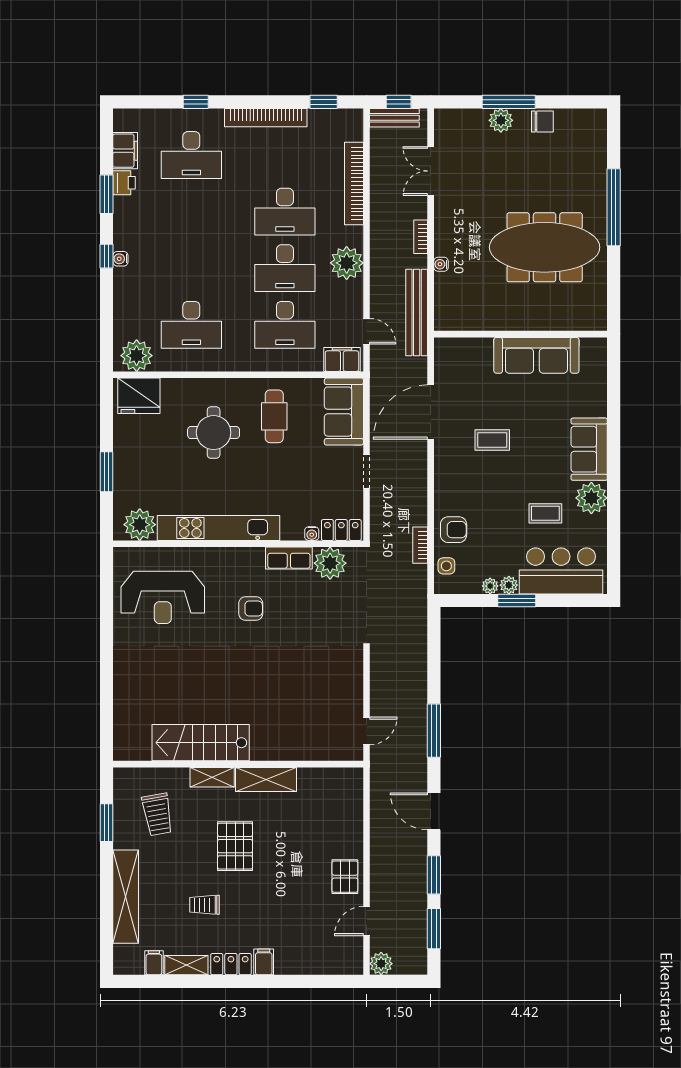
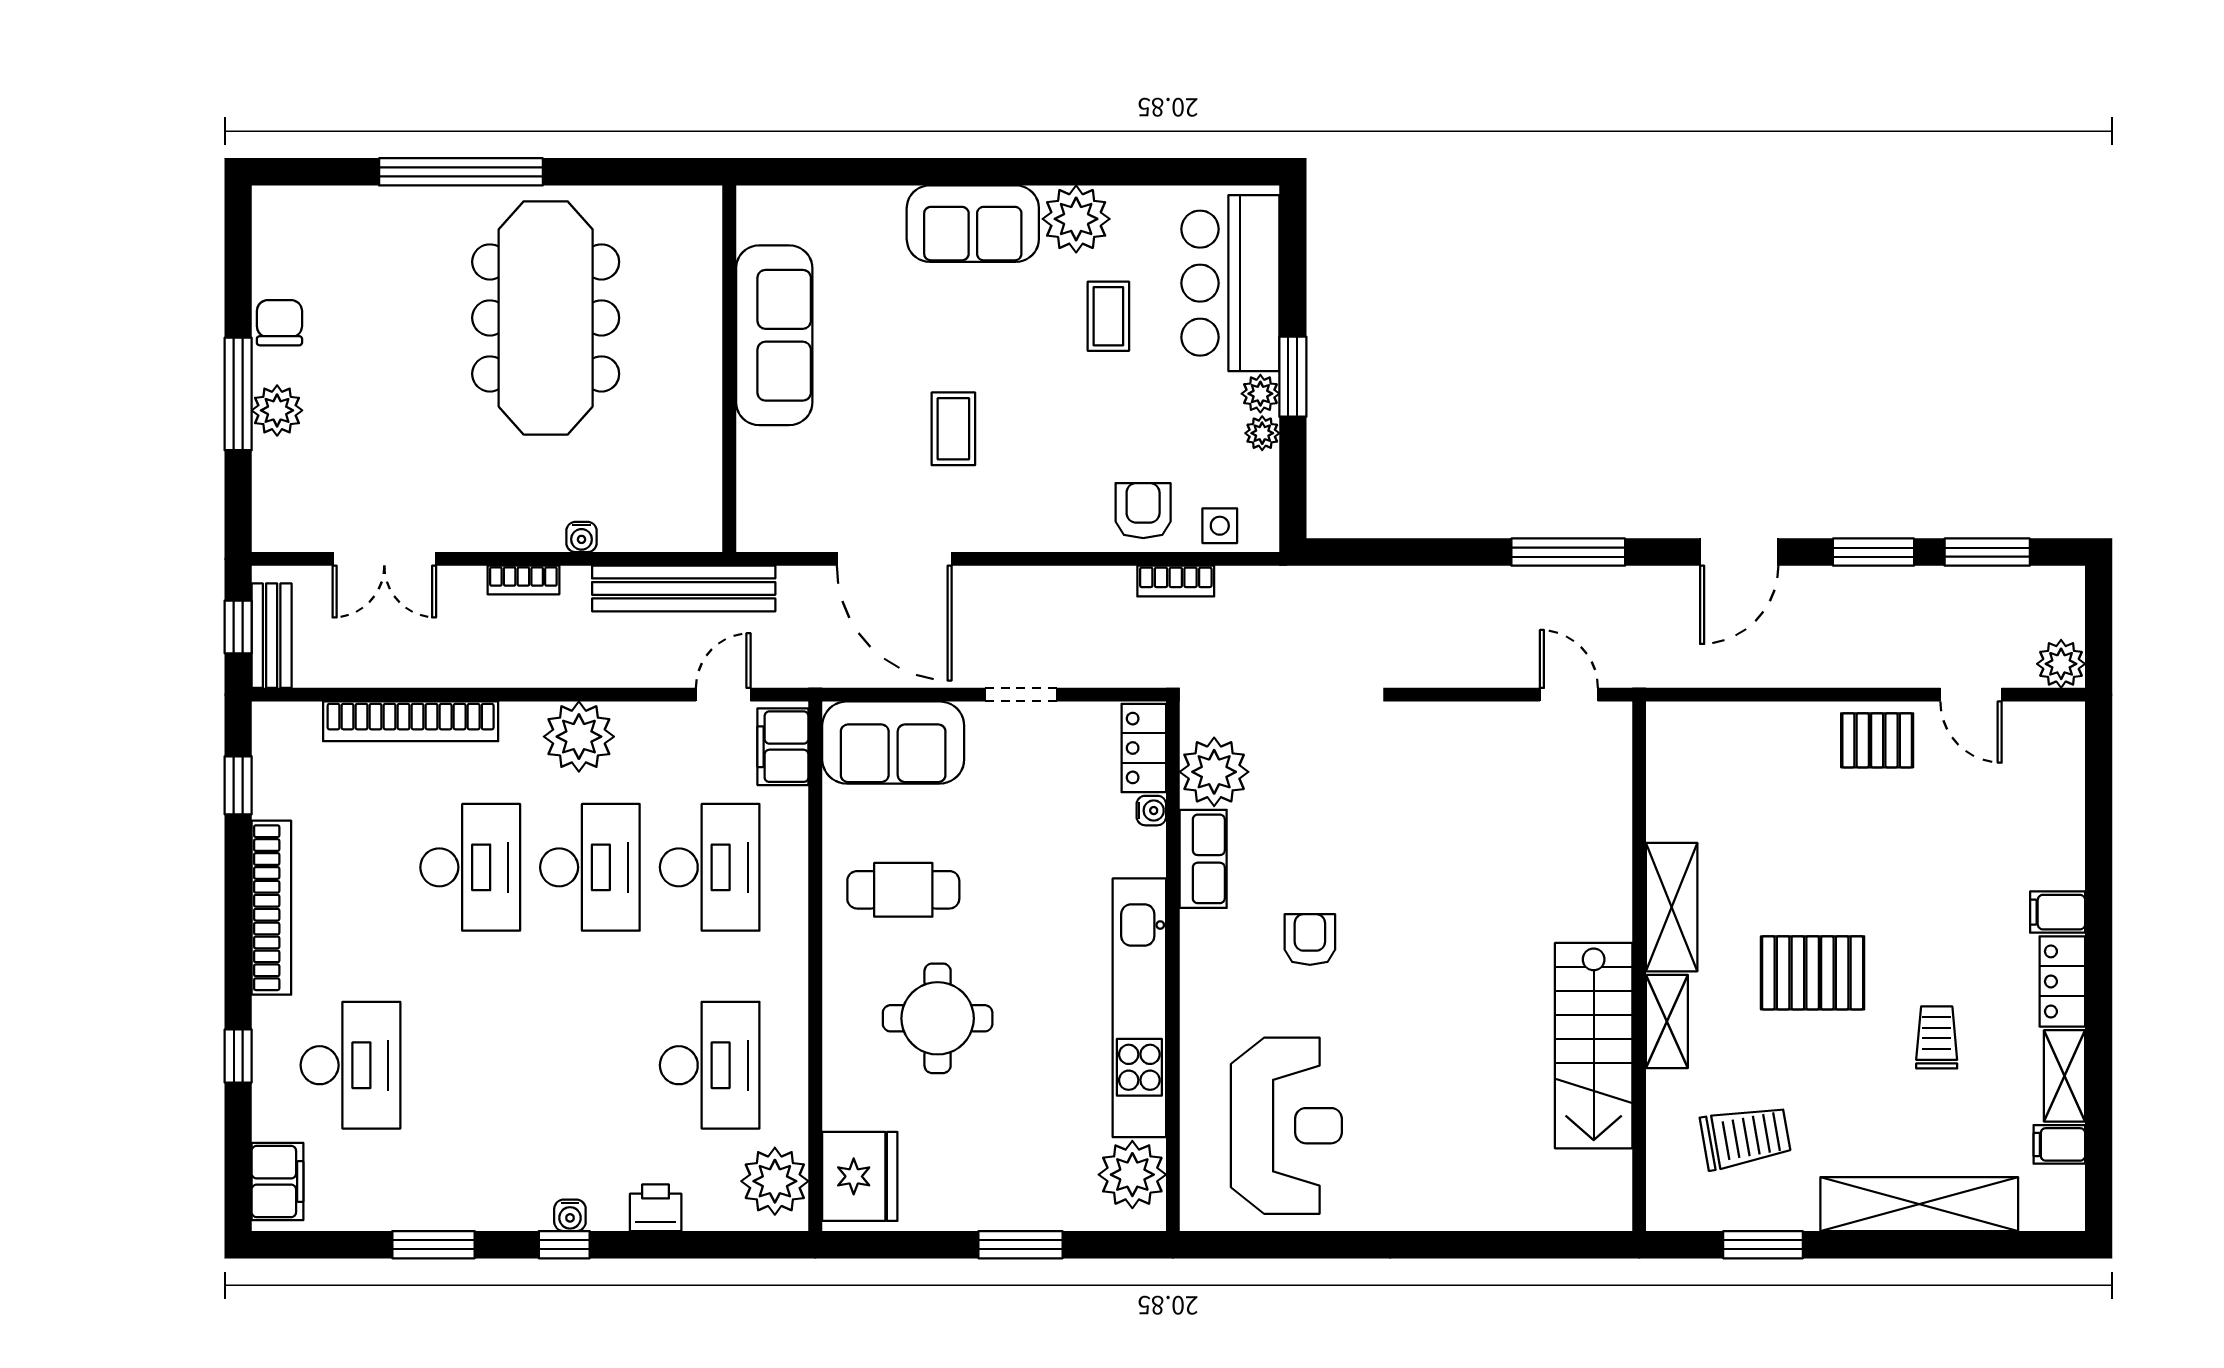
filing cabinet: (125, 151) -> (277, 1182), moved, turned 90
printer: (124, 183) -> (656, 1208), moved
trolley: (204, 905) -> (1937, 1037), turned 180

